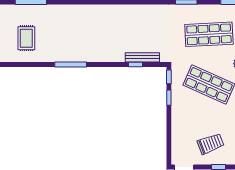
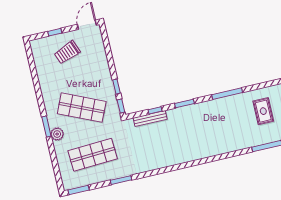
window: (71, 64) -> (227, 94), moved
window: (104, 64) -> (184, 103), added

